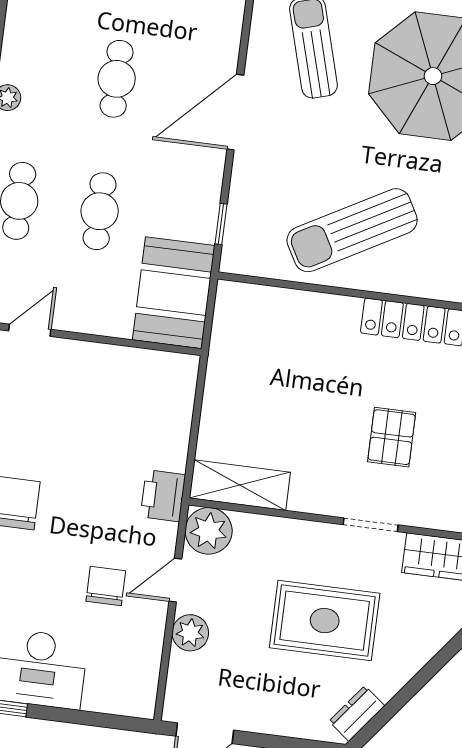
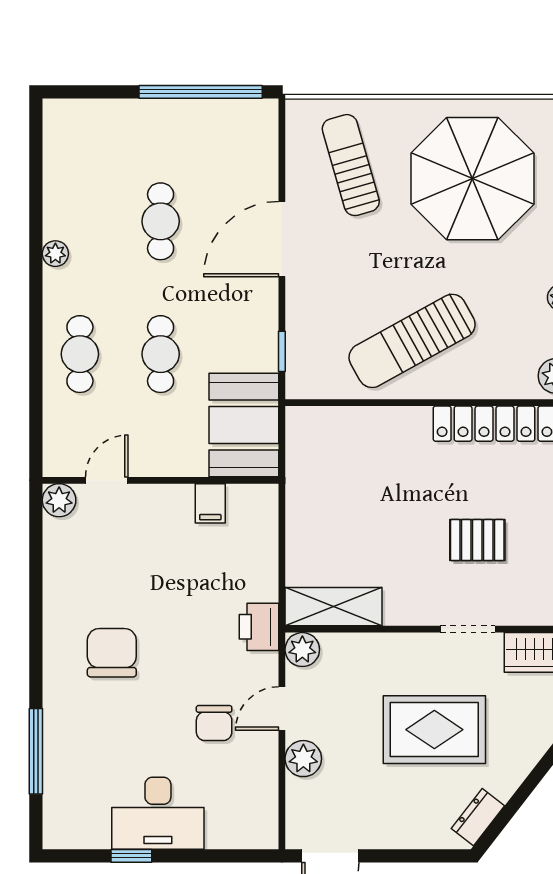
filing cabinet: (130, 366) -> (210, 503), added
pallet: (392, 437) -> (477, 540), turned 90
plant: (209, 531) -> (302, 650), width x0.73, depth x0.73
chair: (106, 586) -> (214, 723), turned 180

